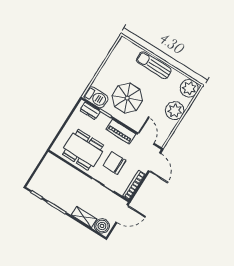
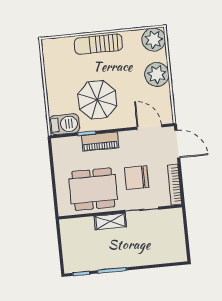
dresser: (90, 111) -> (69, 143), removed
piano: (121, 132) -> (100, 142), moved
door: (122, 214) -> (185, 224), removed
shelving: (84, 217) -> (110, 221), moved
boiler: (102, 226) -> (174, 253), removed

